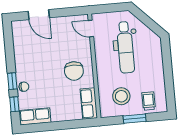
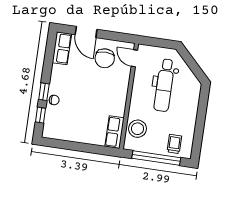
chair: (74, 71) -> (105, 58), moved
stool: (121, 96) -> (138, 129), moved
row of seats: (35, 116) -> (62, 48), moved, turned 90
window: (135, 119) -> (156, 158), width x2.11

